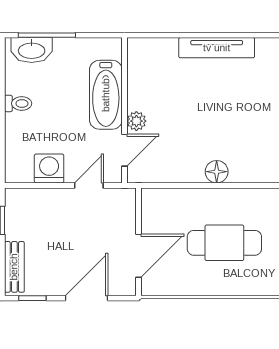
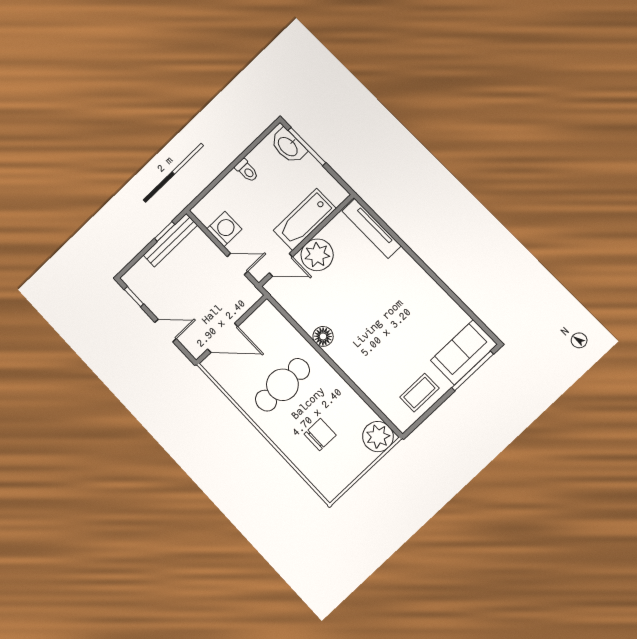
tv unit: (217, 48) -> (371, 228), moved
plant: (136, 121) -> (317, 255), width x1.87, depth x1.87
cafe table: (224, 243) -> (282, 385), turned 90
bench: (14, 267) -> (170, 240), moved, width x1.36
door: (86, 298) -> (165, 331), width x0.73

